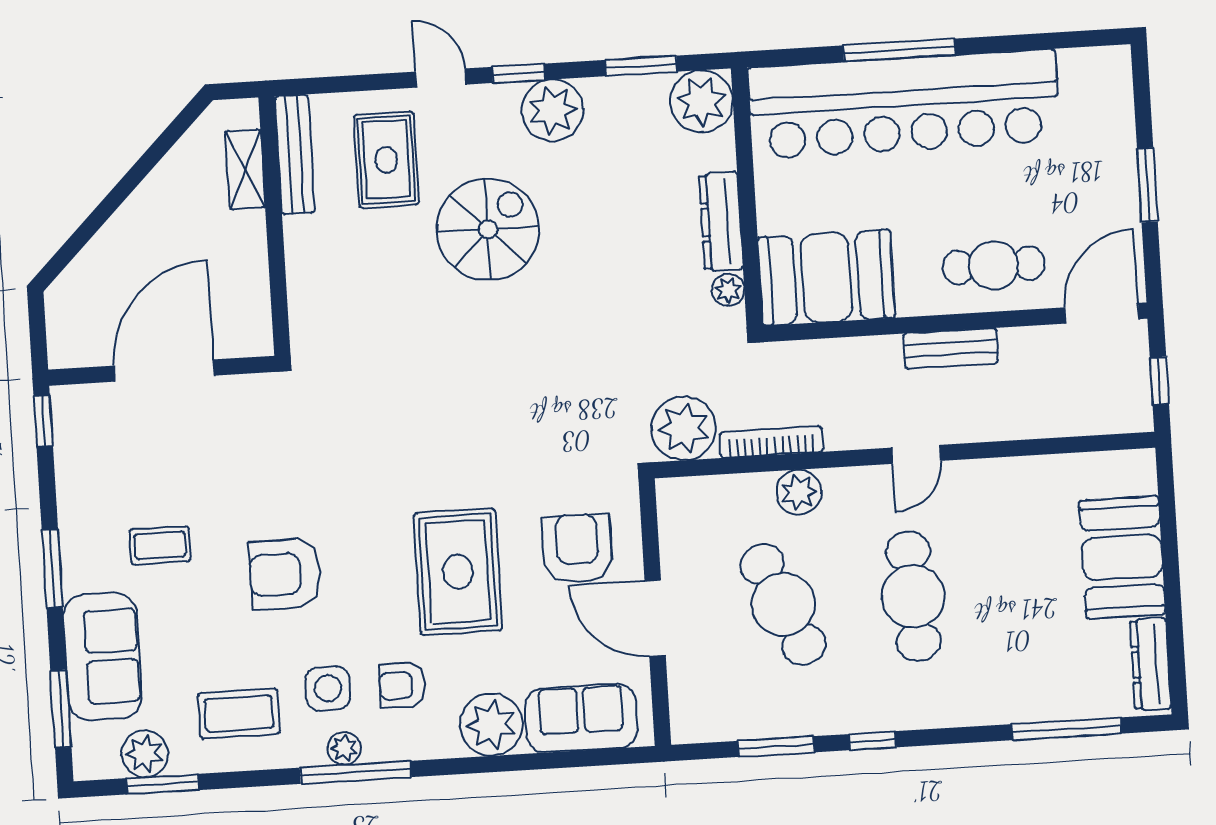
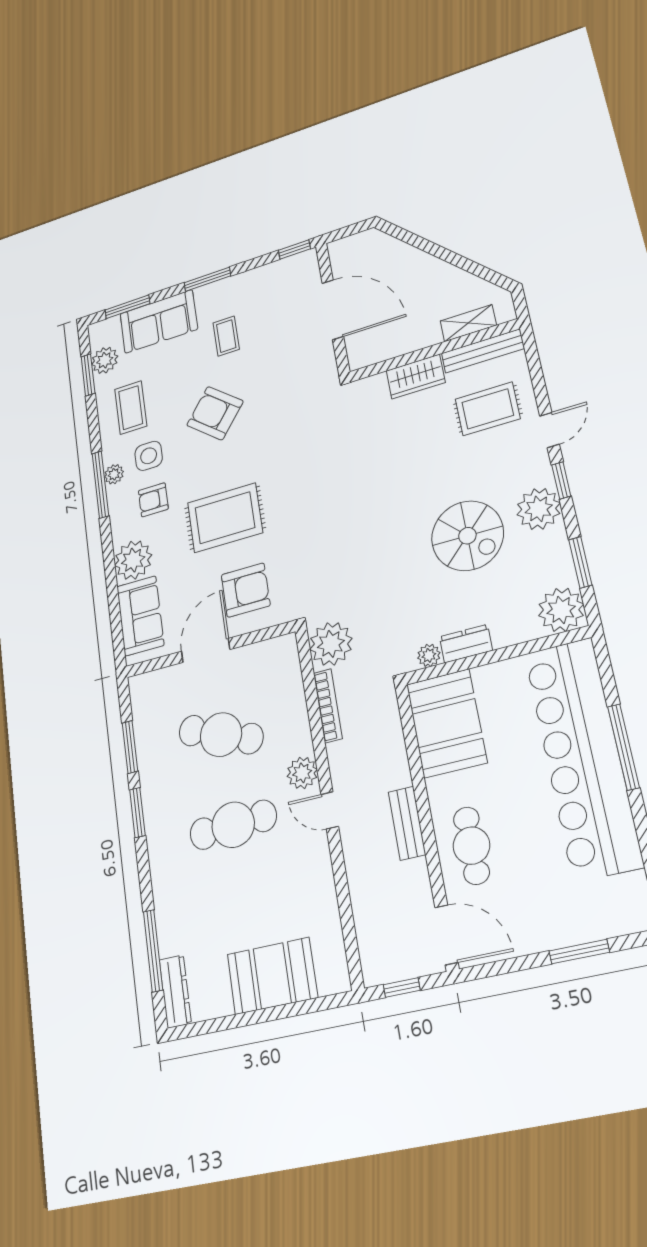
window: (1147, 185) -> (579, 952), moved
dresser: (721, 222) -> (466, 644), width x0.70
spiral stairs: (488, 229) -> (467, 536), moved
wardrobe: (308, 257) -> (416, 377), added
plant: (799, 492) -> (302, 773), moved
armchair: (285, 574) -> (215, 413), turned -51
cafe table: (783, 604) -> (221, 735), turned 45
dresser: (1151, 664) -> (175, 991), moved, turned 90
armchair: (402, 685) -> (153, 500), turned -90
window: (873, 741) -> (137, 813), width x1.50

